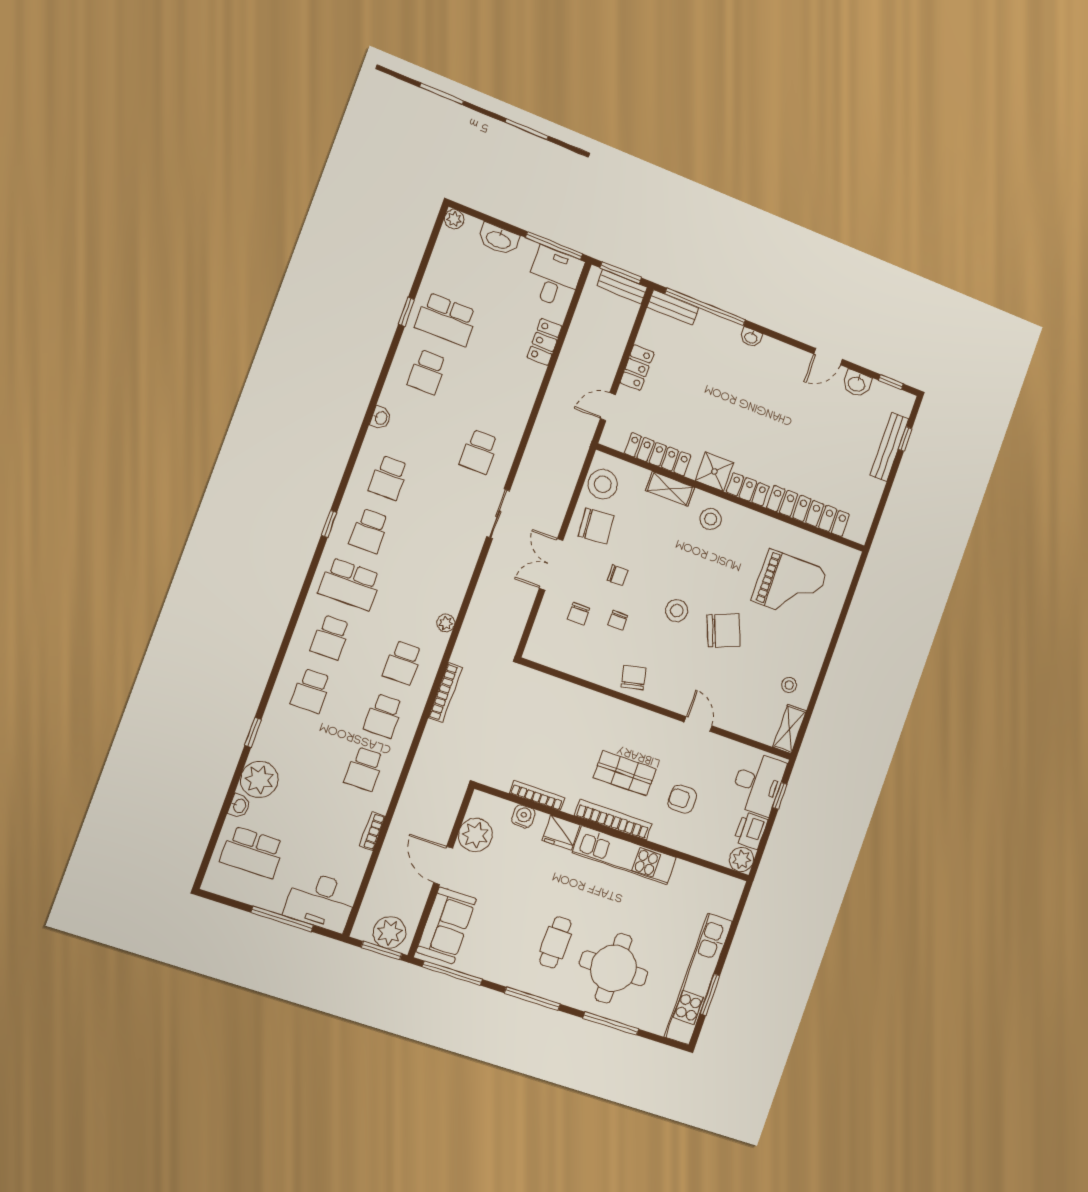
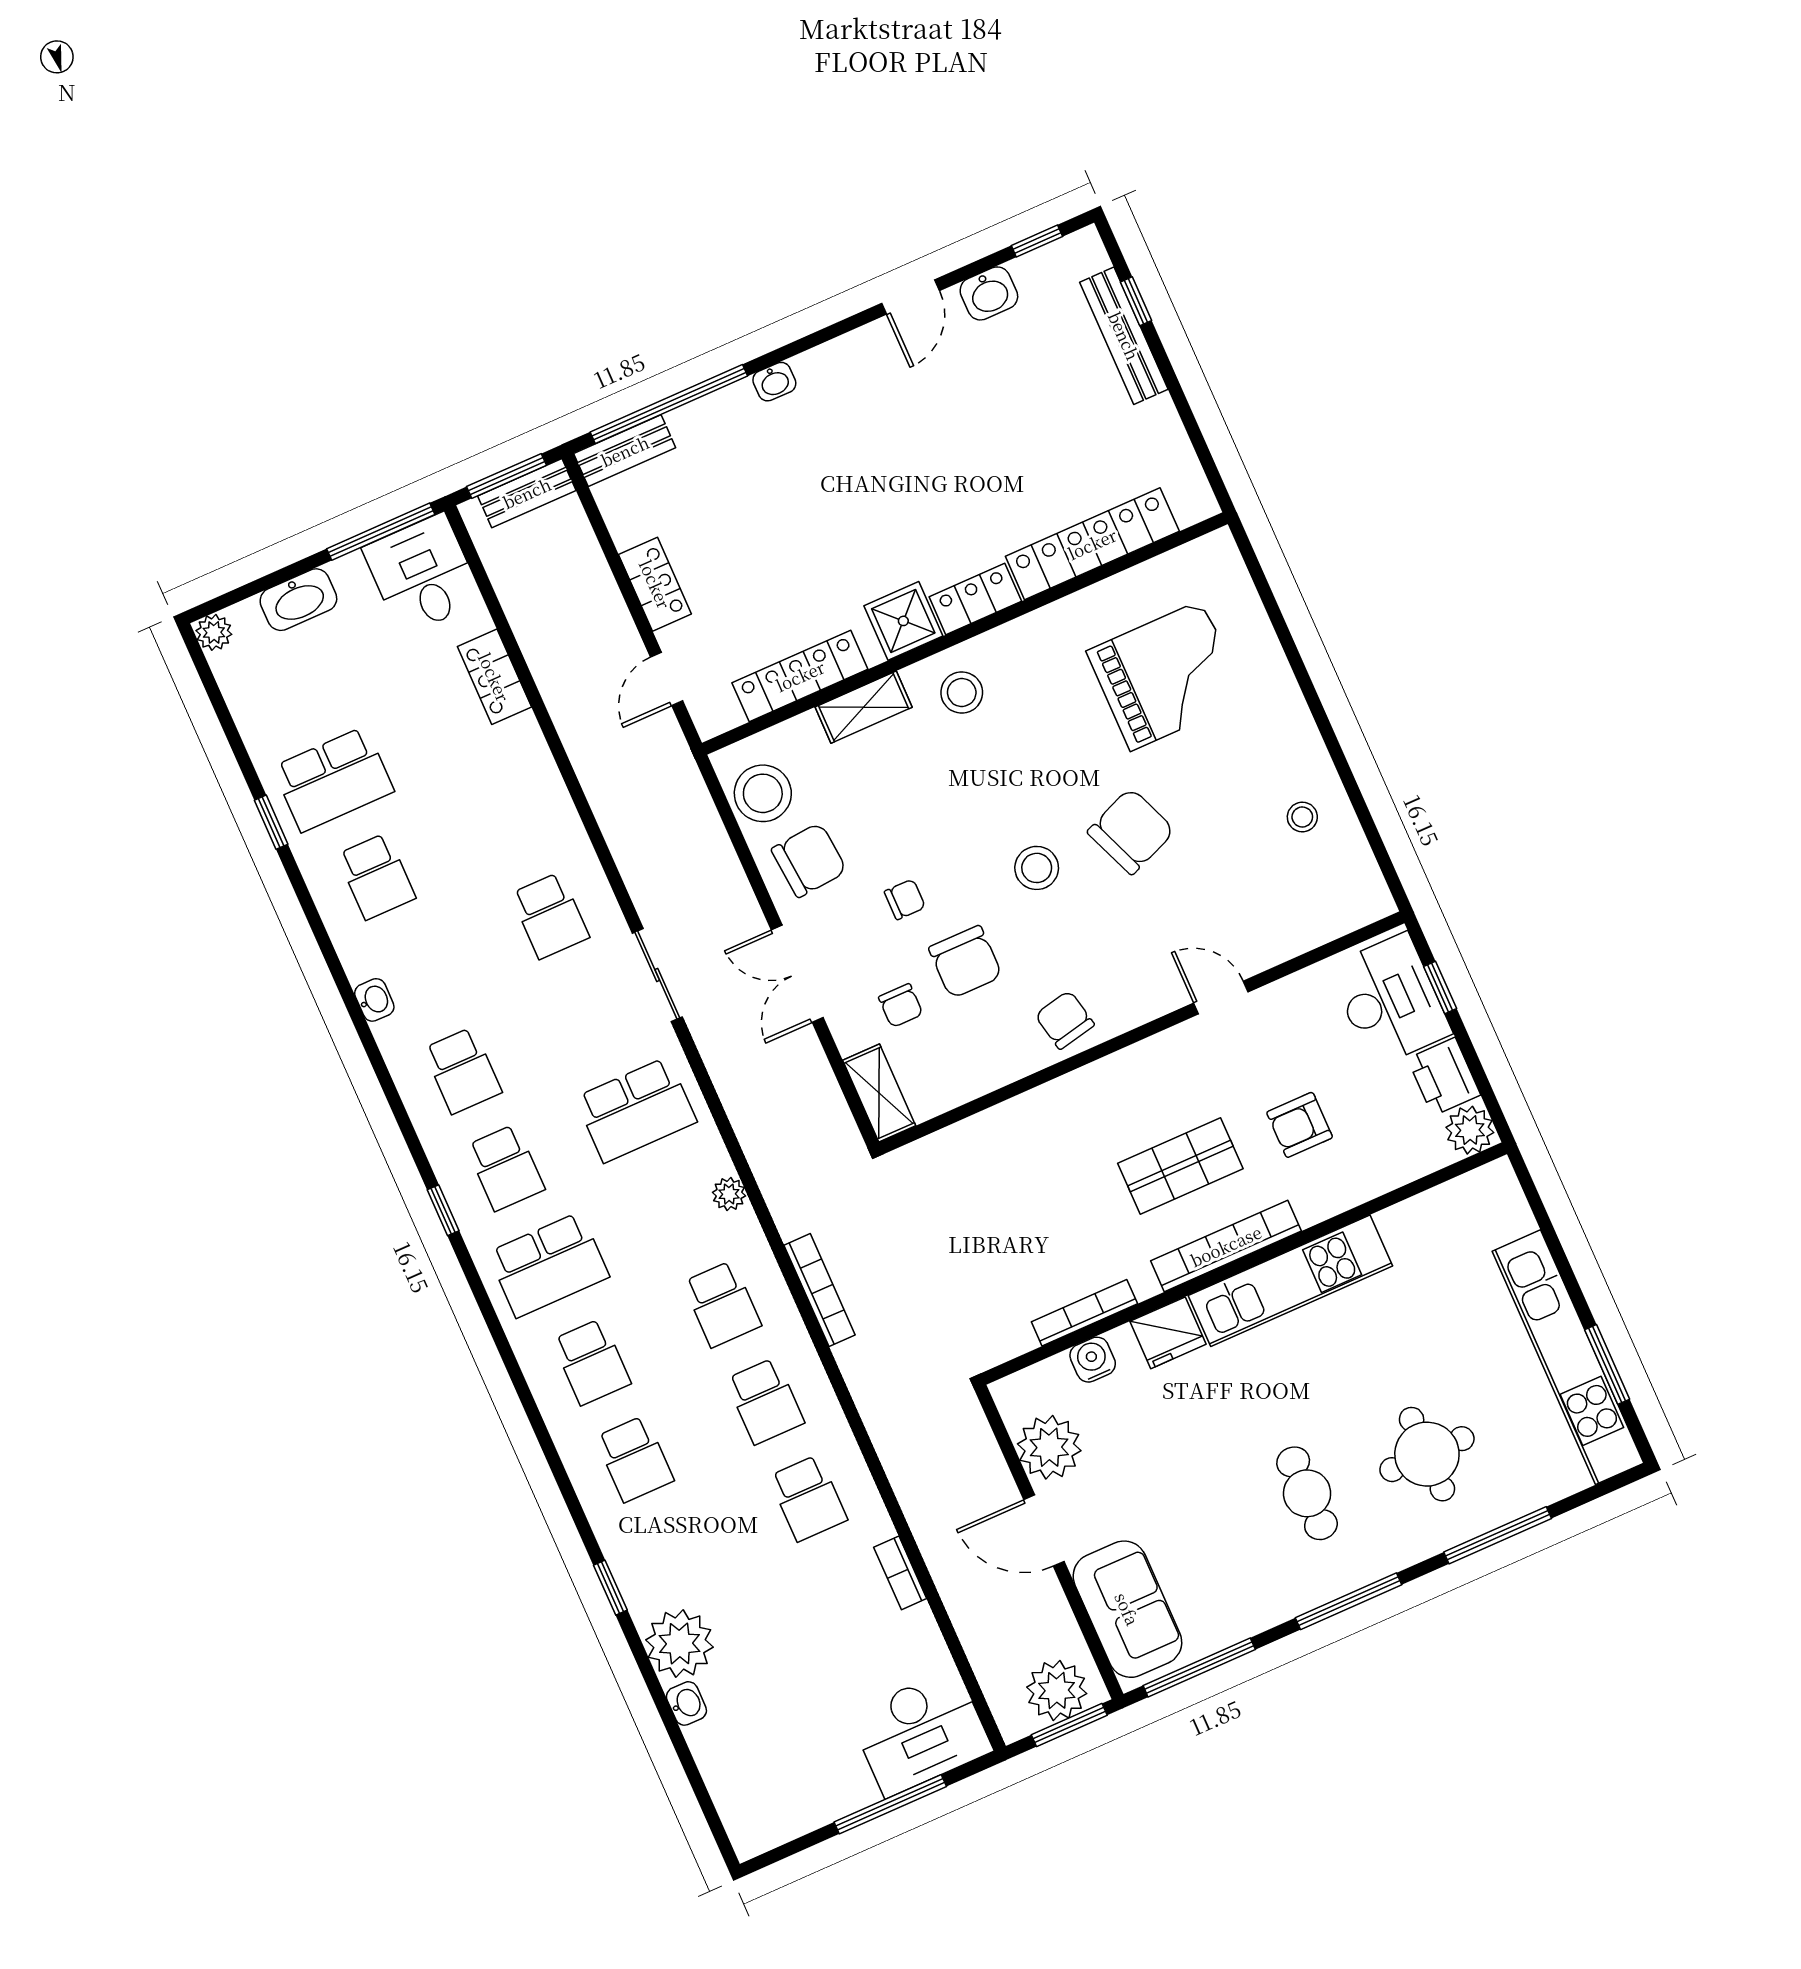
chair: (618, 620) -> (965, 962), width x1.87, depth x1.87
shelving: (790, 729) -> (879, 1093), moved
school desk: (252, 852) -> (636, 1110), moved
round table: (613, 968) -> (1427, 1454), width x0.73, depth x0.73

